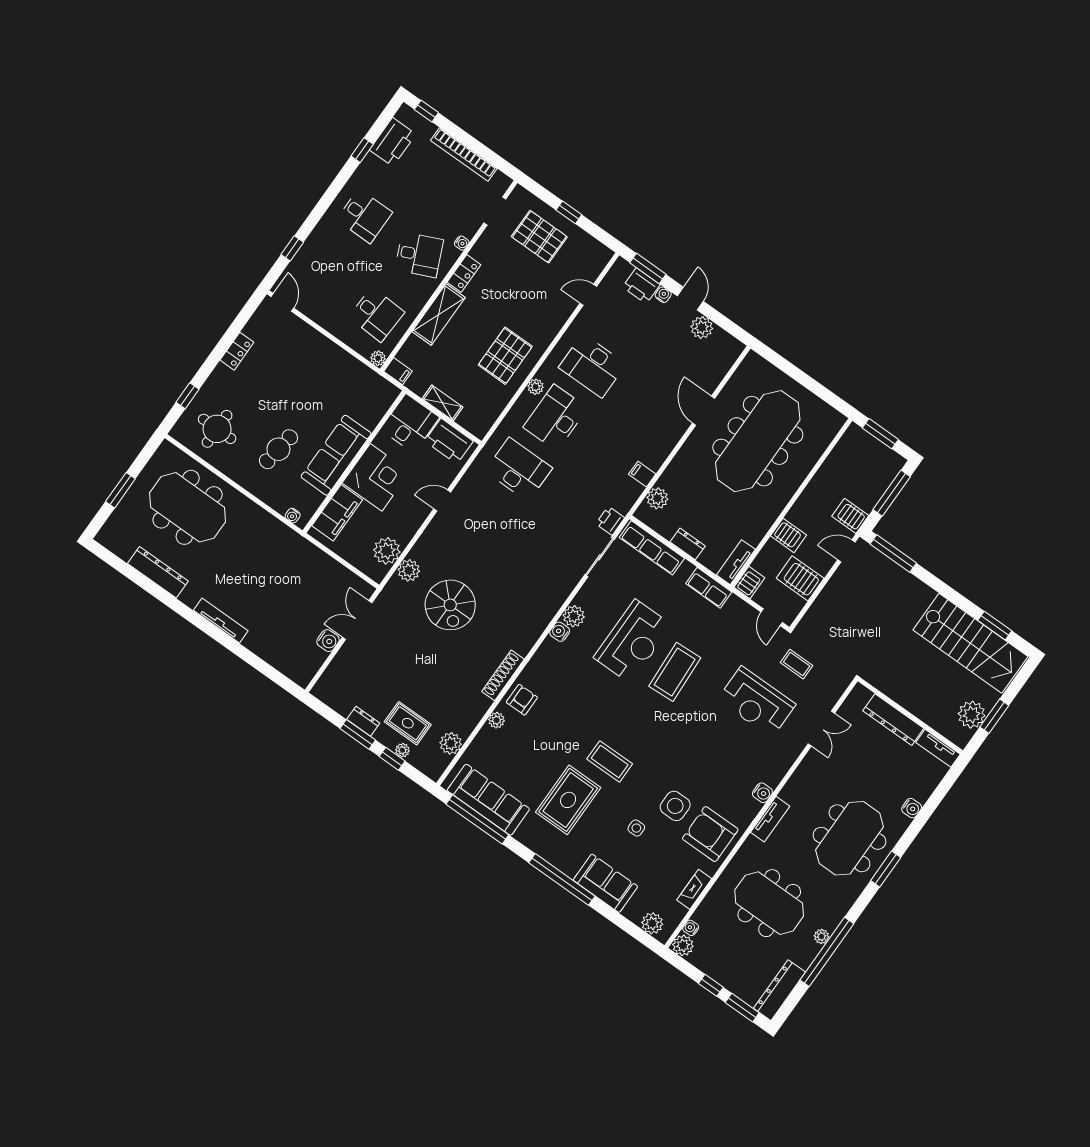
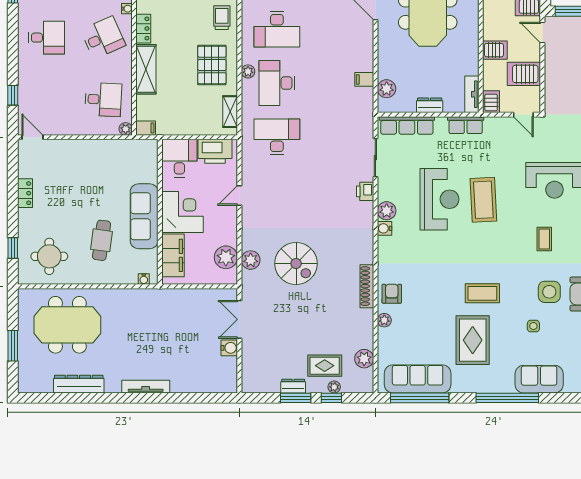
trolley: (547, 317) -> (222, 18), added
shelving: (442, 403) -> (230, 112), moved, turned 90
printer: (610, 521) -> (365, 191), moved
door: (846, 551) -> (542, 33), hinge flipped
coffee table: (797, 664) -> (544, 239), moved, turned 90

